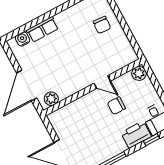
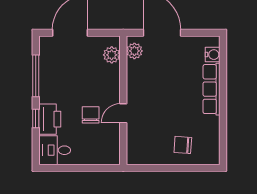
row of seats: (42, 29) -> (212, 89), width x1.48
plant: (139, 73) -> (112, 55), moved
window: (151, 140) -> (36, 118), moved

